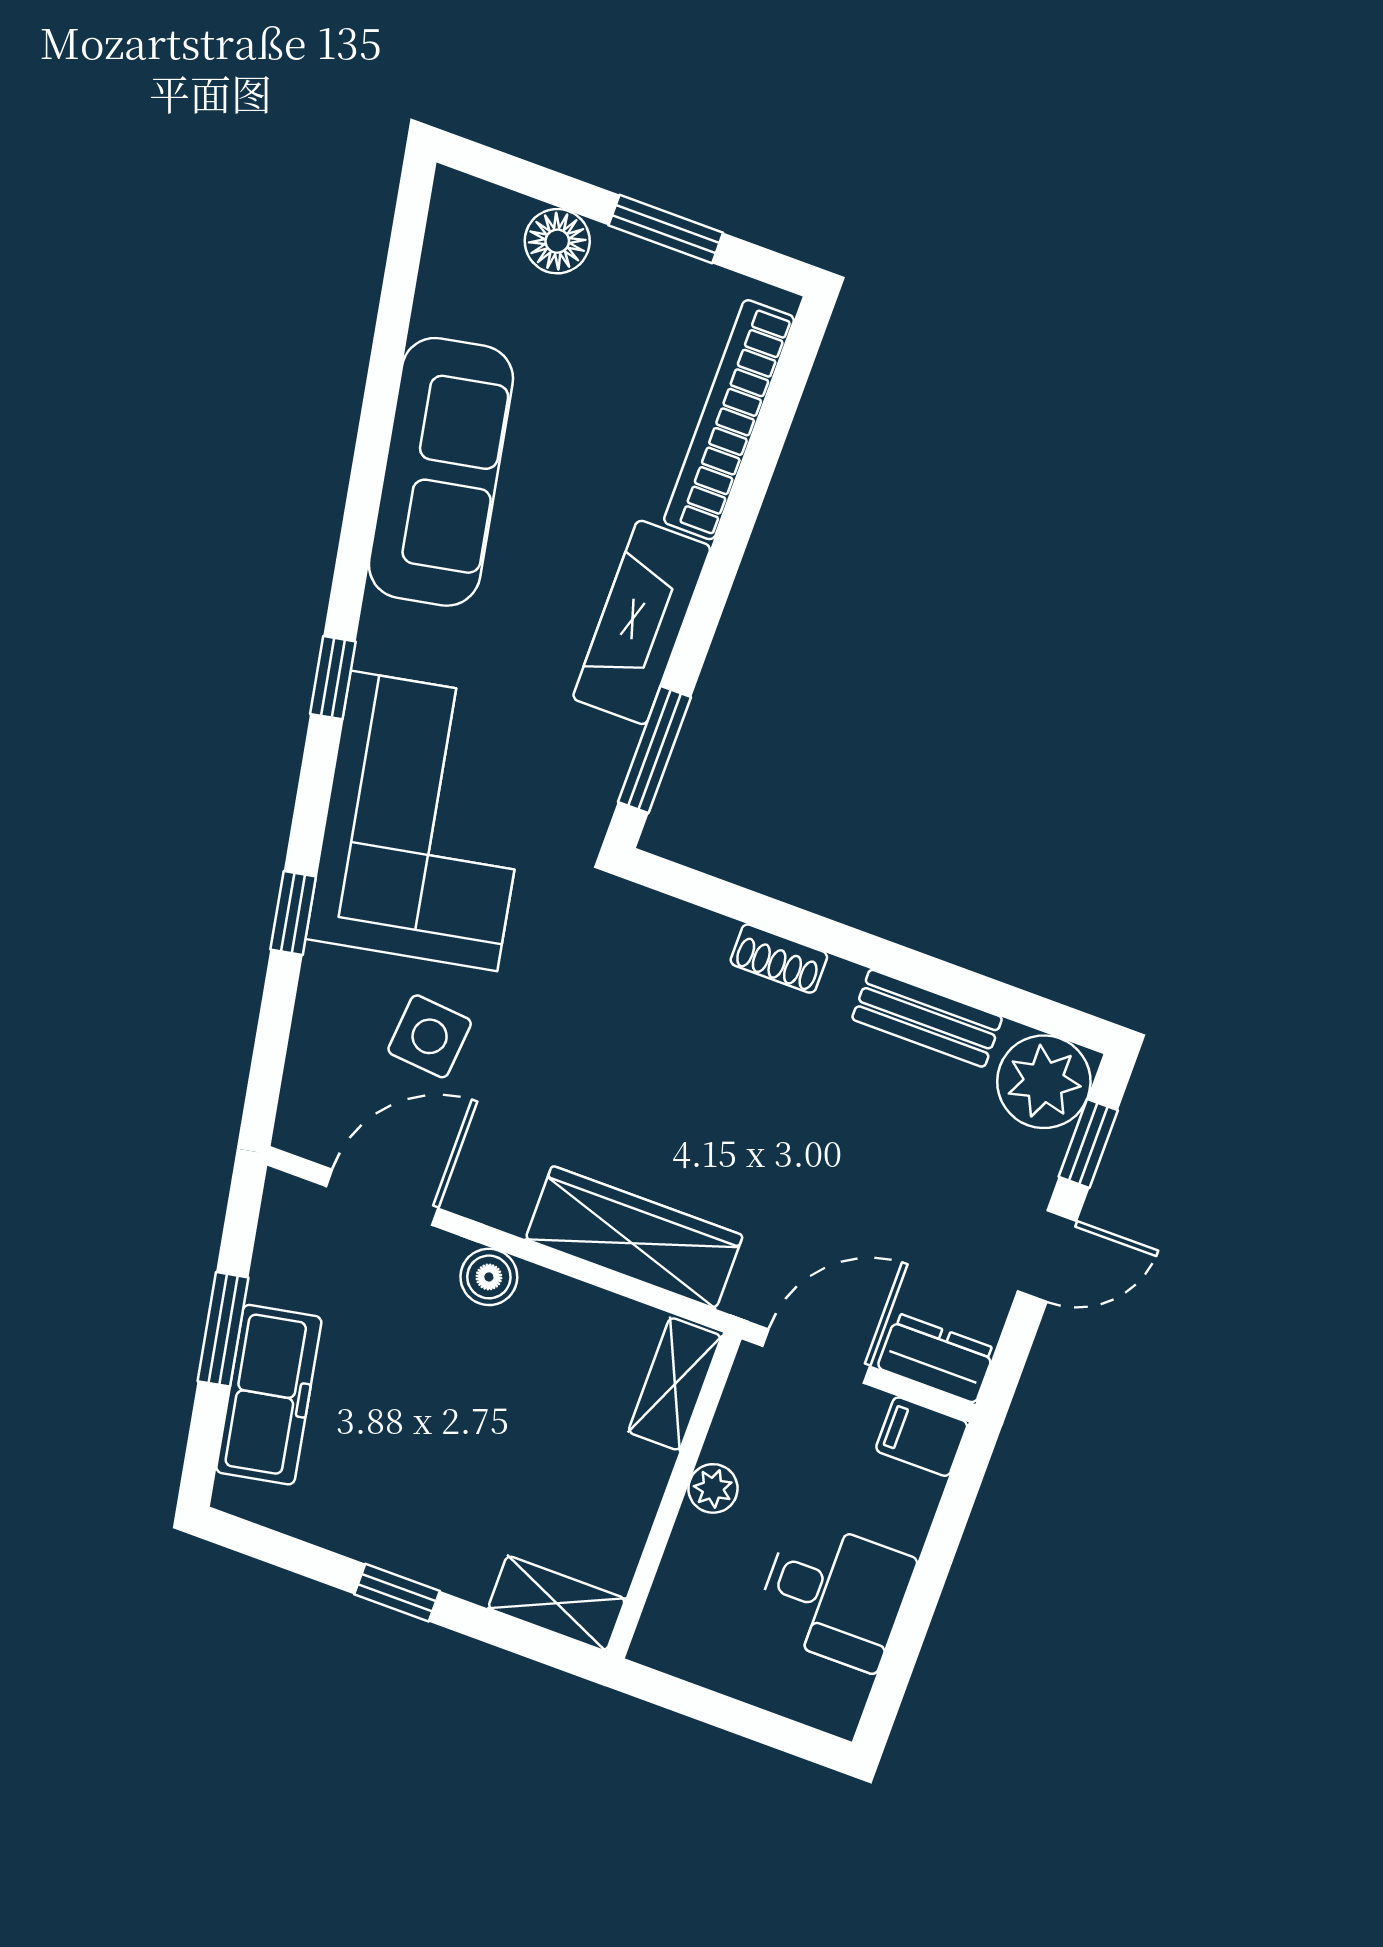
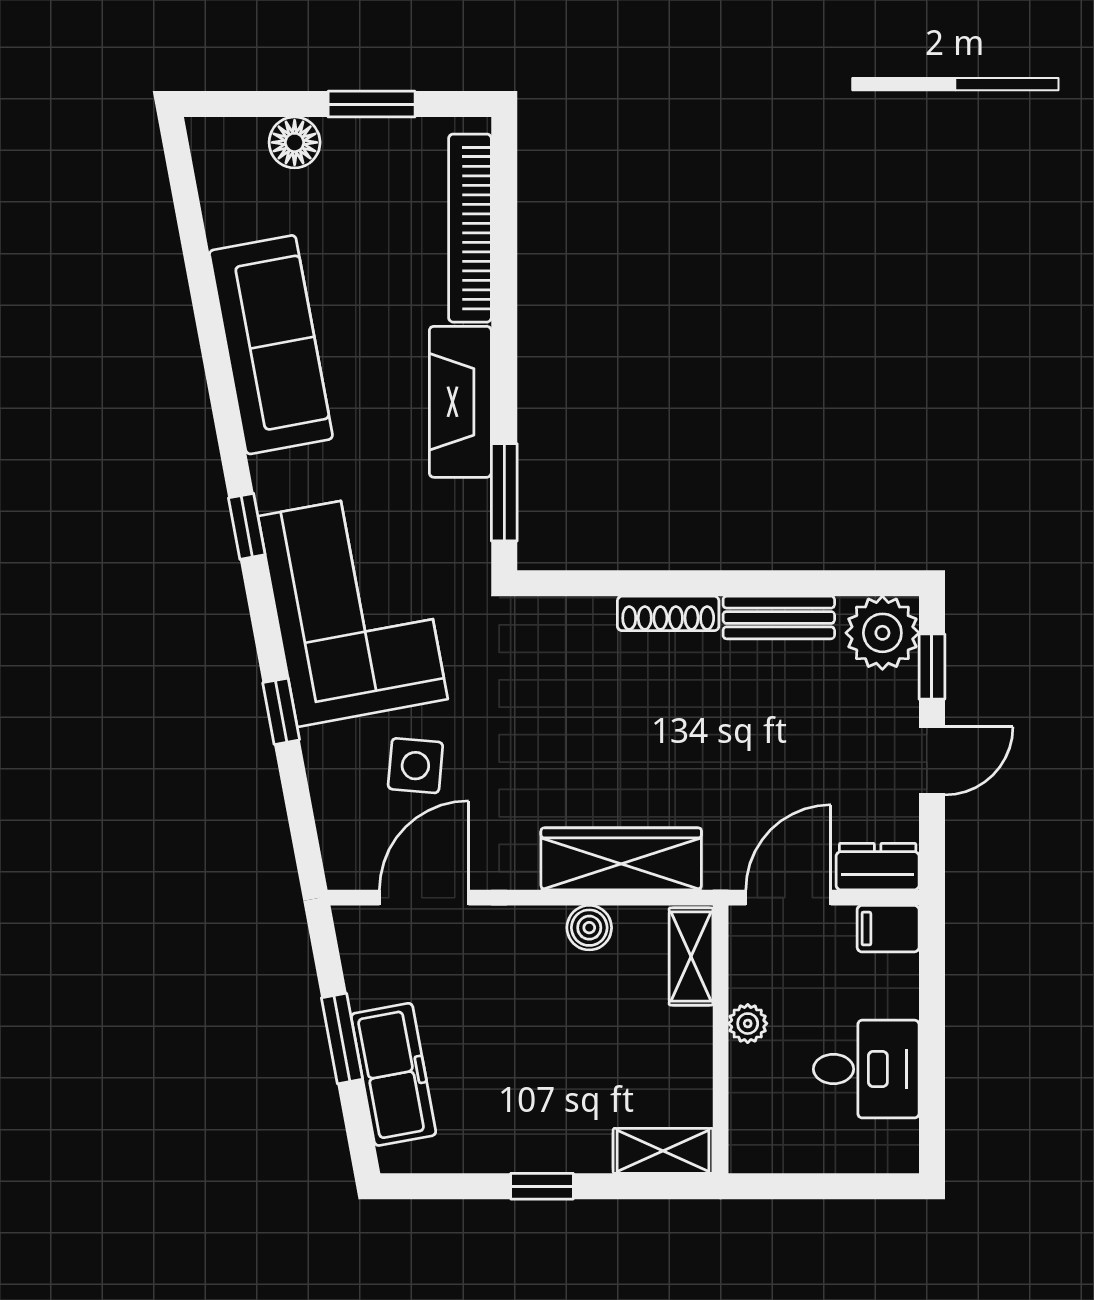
shoe rack: (779, 959) -> (668, 613), width x1.43
boiler: (489, 1277) -> (589, 928), moved

